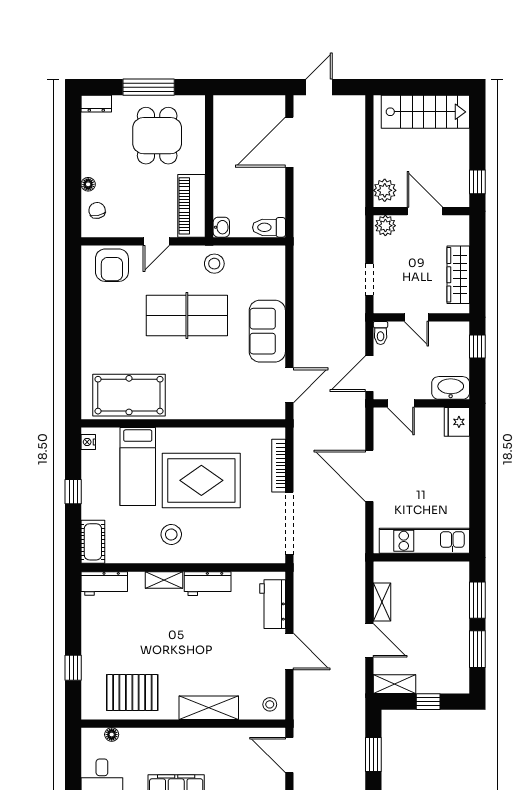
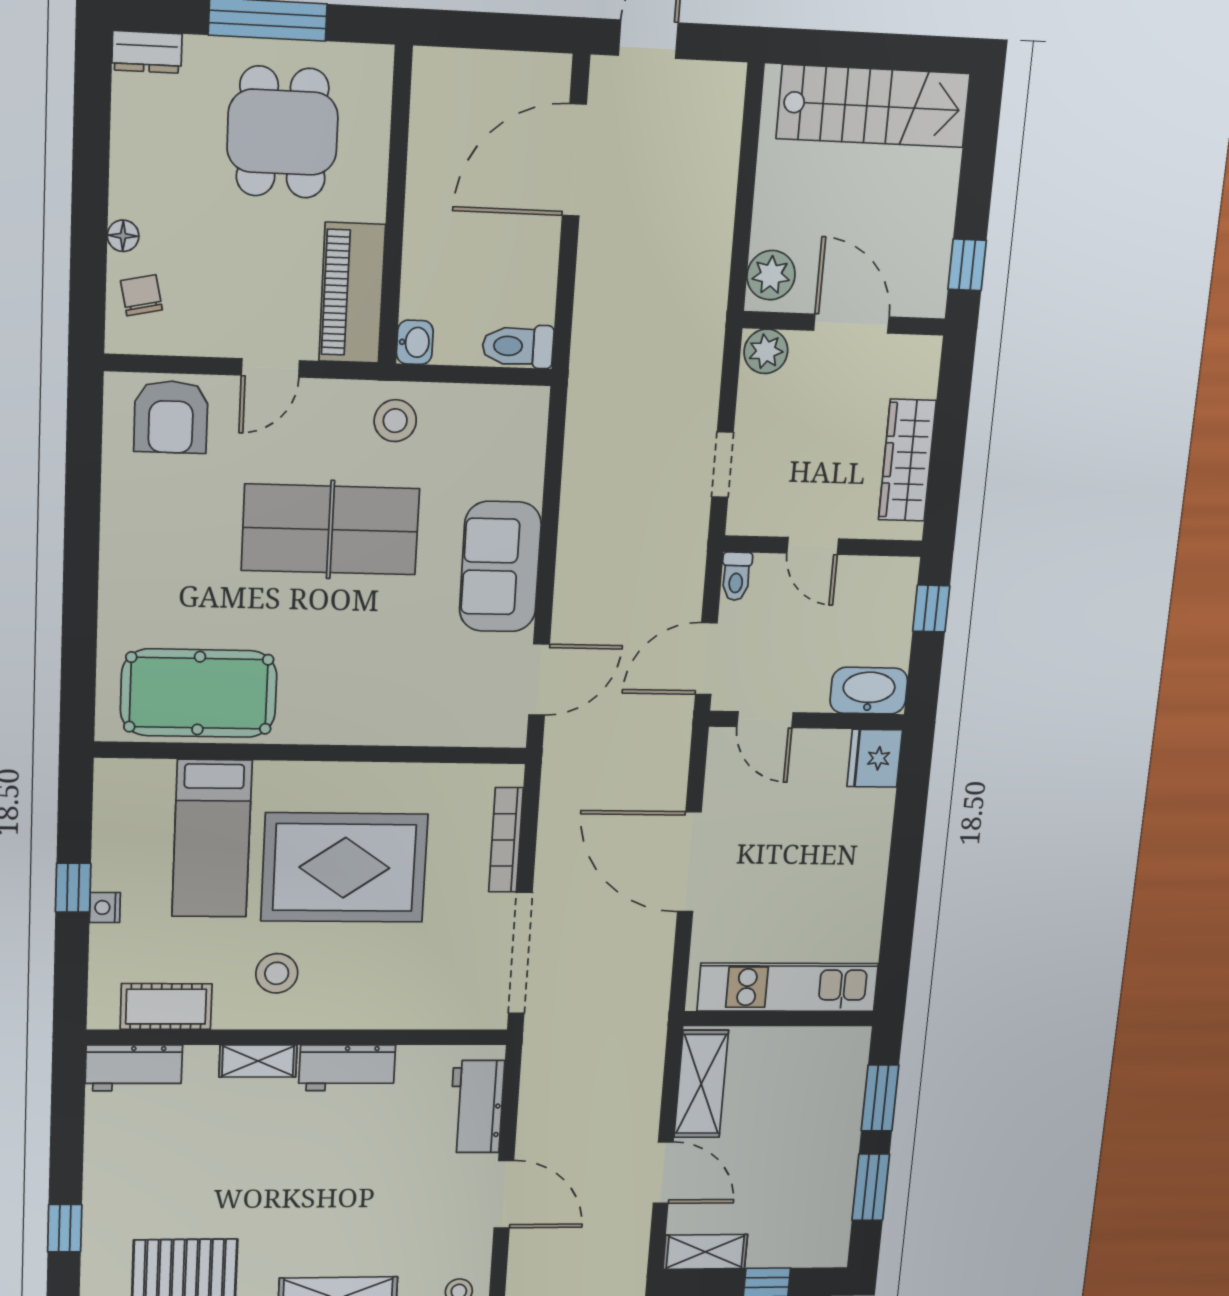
nightstand: (88, 442) -> (105, 907), moved
cot: (93, 542) -> (166, 1007), moved, turned 90
shelving: (382, 602) -> (701, 1084), width x1.50, depth x1.33

